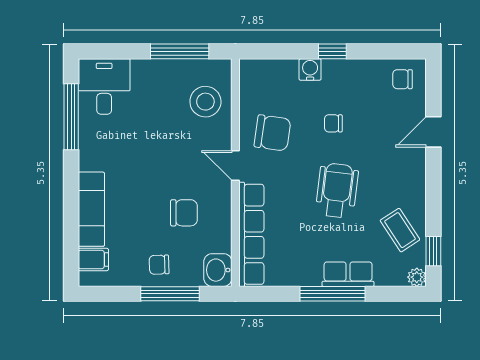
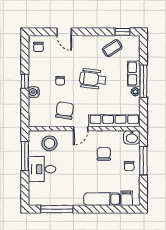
desk: (104, 87) -> (42, 169), moved
plant: (417, 277) -> (135, 92), moved

